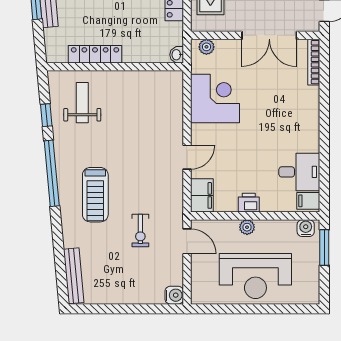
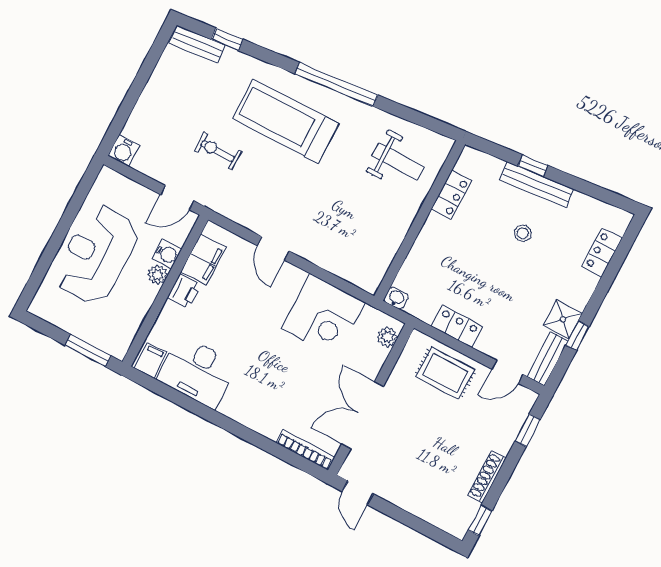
locker: (95, 54) -> (451, 195), width x0.66
window: (46, 115) -> (227, 39), moved
desk: (299, 172) -> (197, 372), width x1.37
treadmill: (95, 195) -> (286, 121), width x1.37, depth x1.38
filing cabinet: (202, 195) -> (203, 260), moved, turned -90
water cooler: (306, 228) -> (167, 254), moved
bench: (74, 276) -> (197, 44), width x0.73

